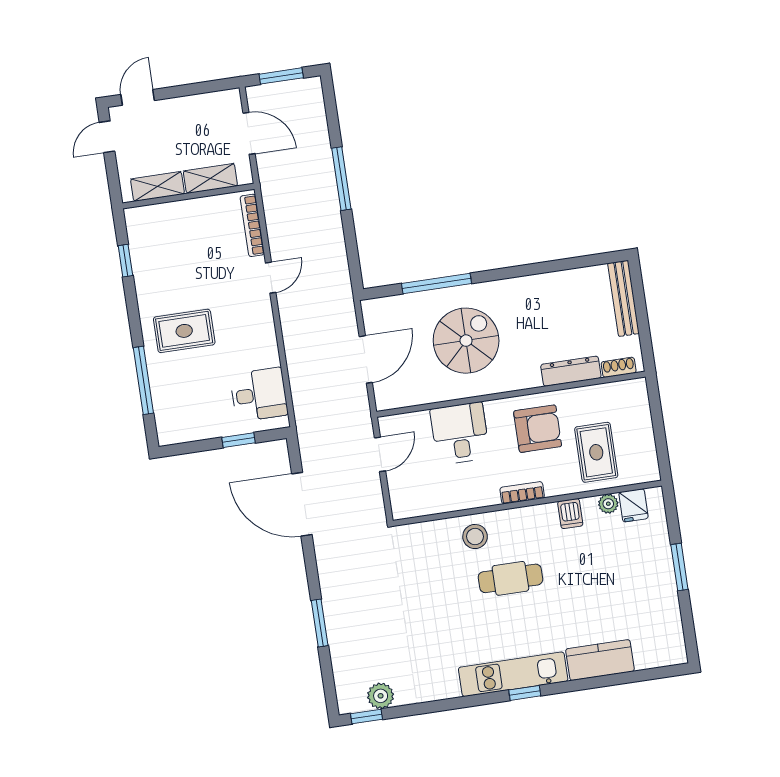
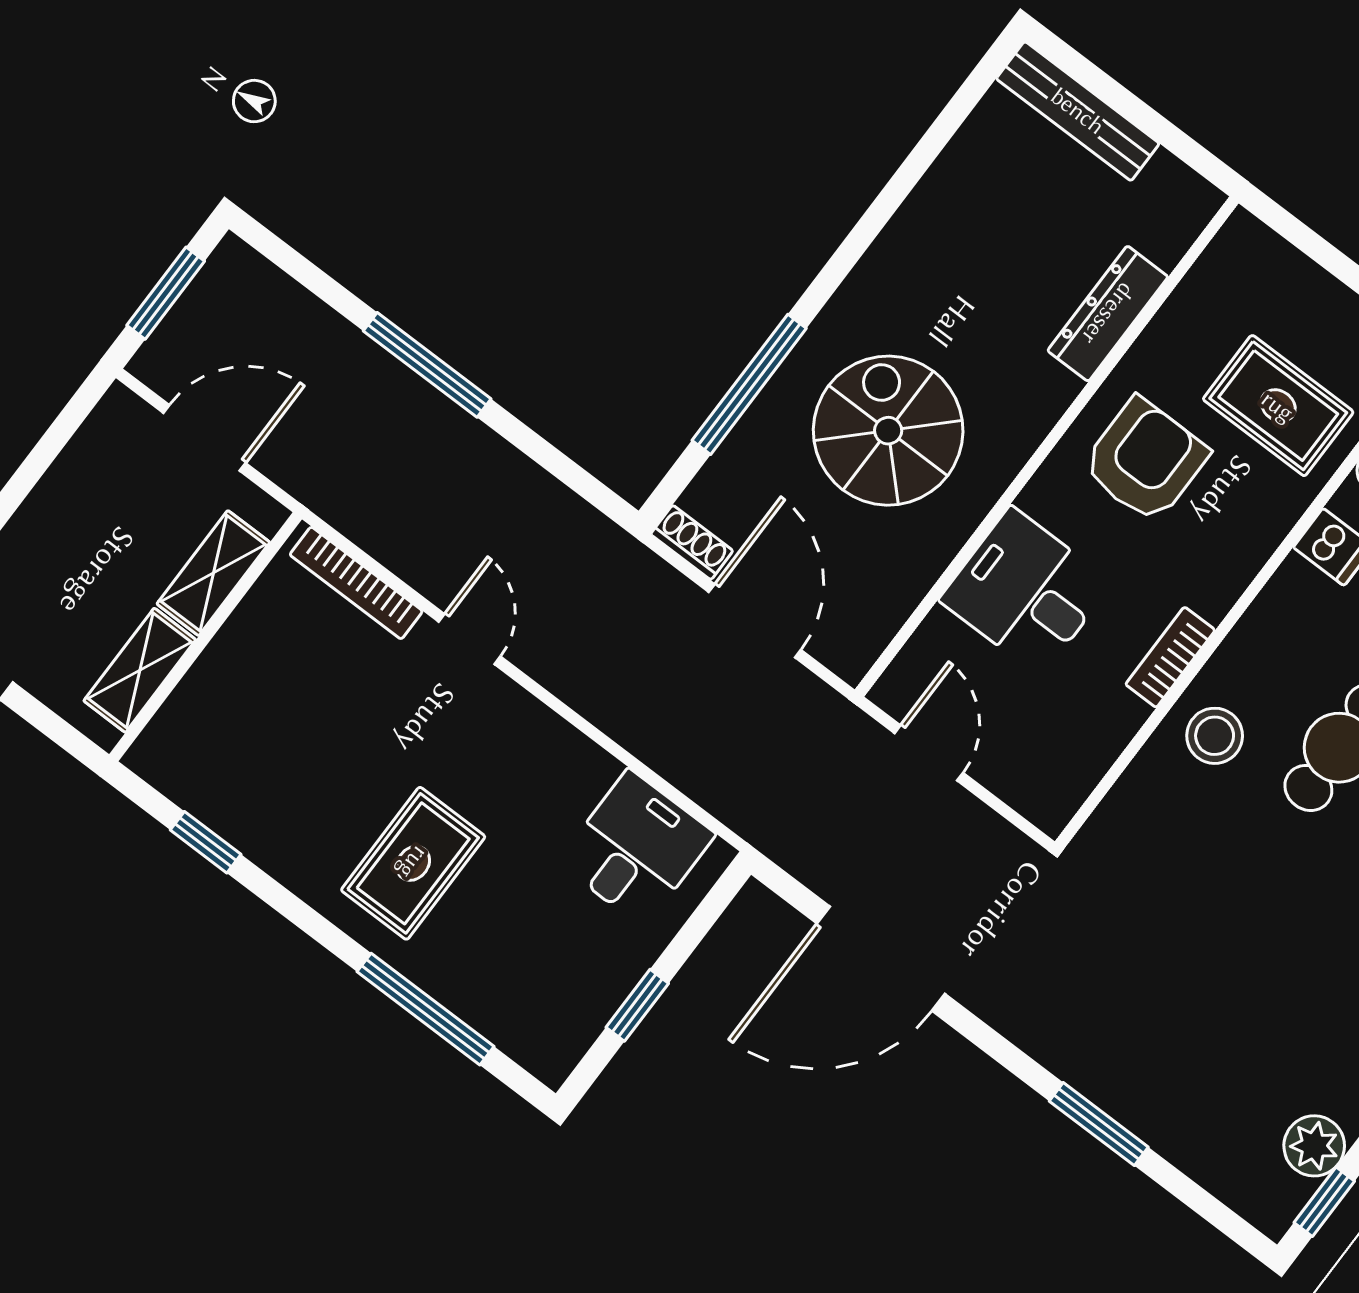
shoe rack: (619, 367) -> (692, 542), moved, turned 90
window: (239, 440) -> (637, 1005), moved
bookcase: (522, 493) -> (1170, 657), moved

